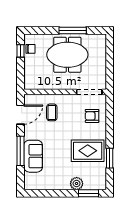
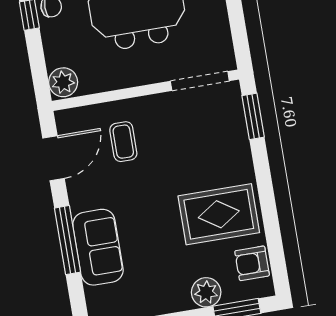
plant: (30, 82) -> (63, 82), added
armchair: (92, 116) -> (252, 263), moved
window: (110, 158) -> (253, 116), moved

